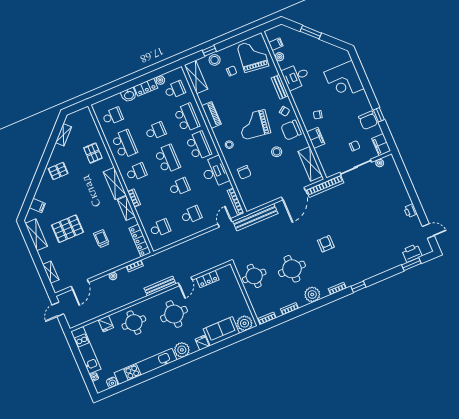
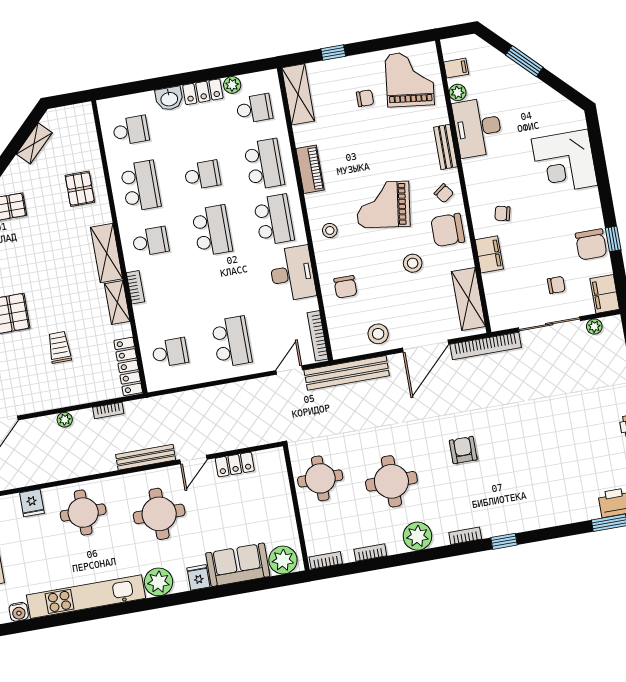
stool: (215, 60) -> (378, 334), moved
desk: (296, 76) -> (478, 127), width x1.37
school desk: (179, 187) -> (222, 286), removed
school desk: (191, 215) -> (232, 342), width x1.85

